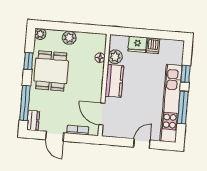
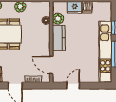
door: (142, 144) -> (73, 86), moved

